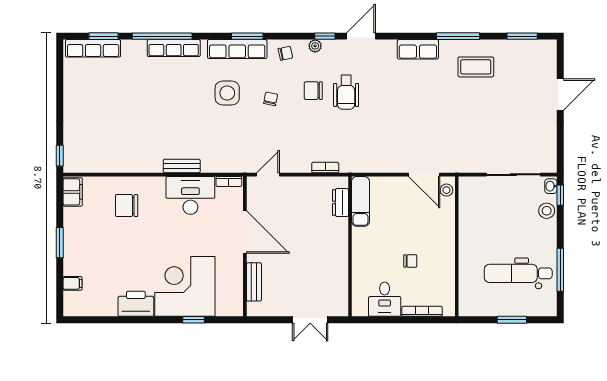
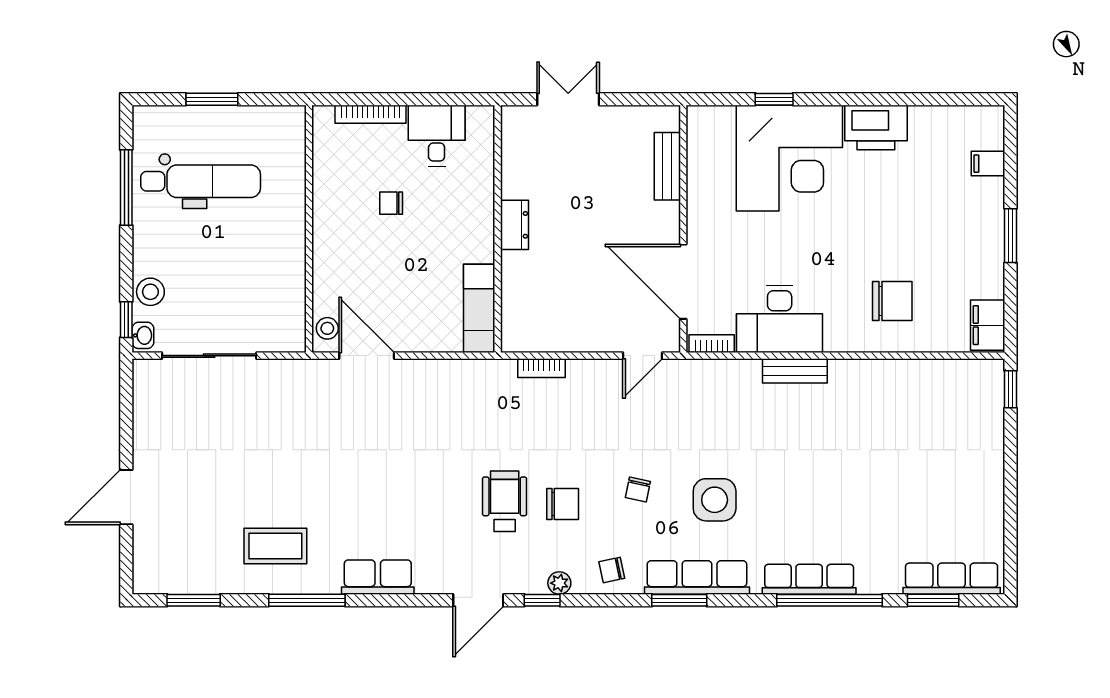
dresser: (340, 203) -> (515, 225), moved
door: (245, 232) -> (683, 282), moved

